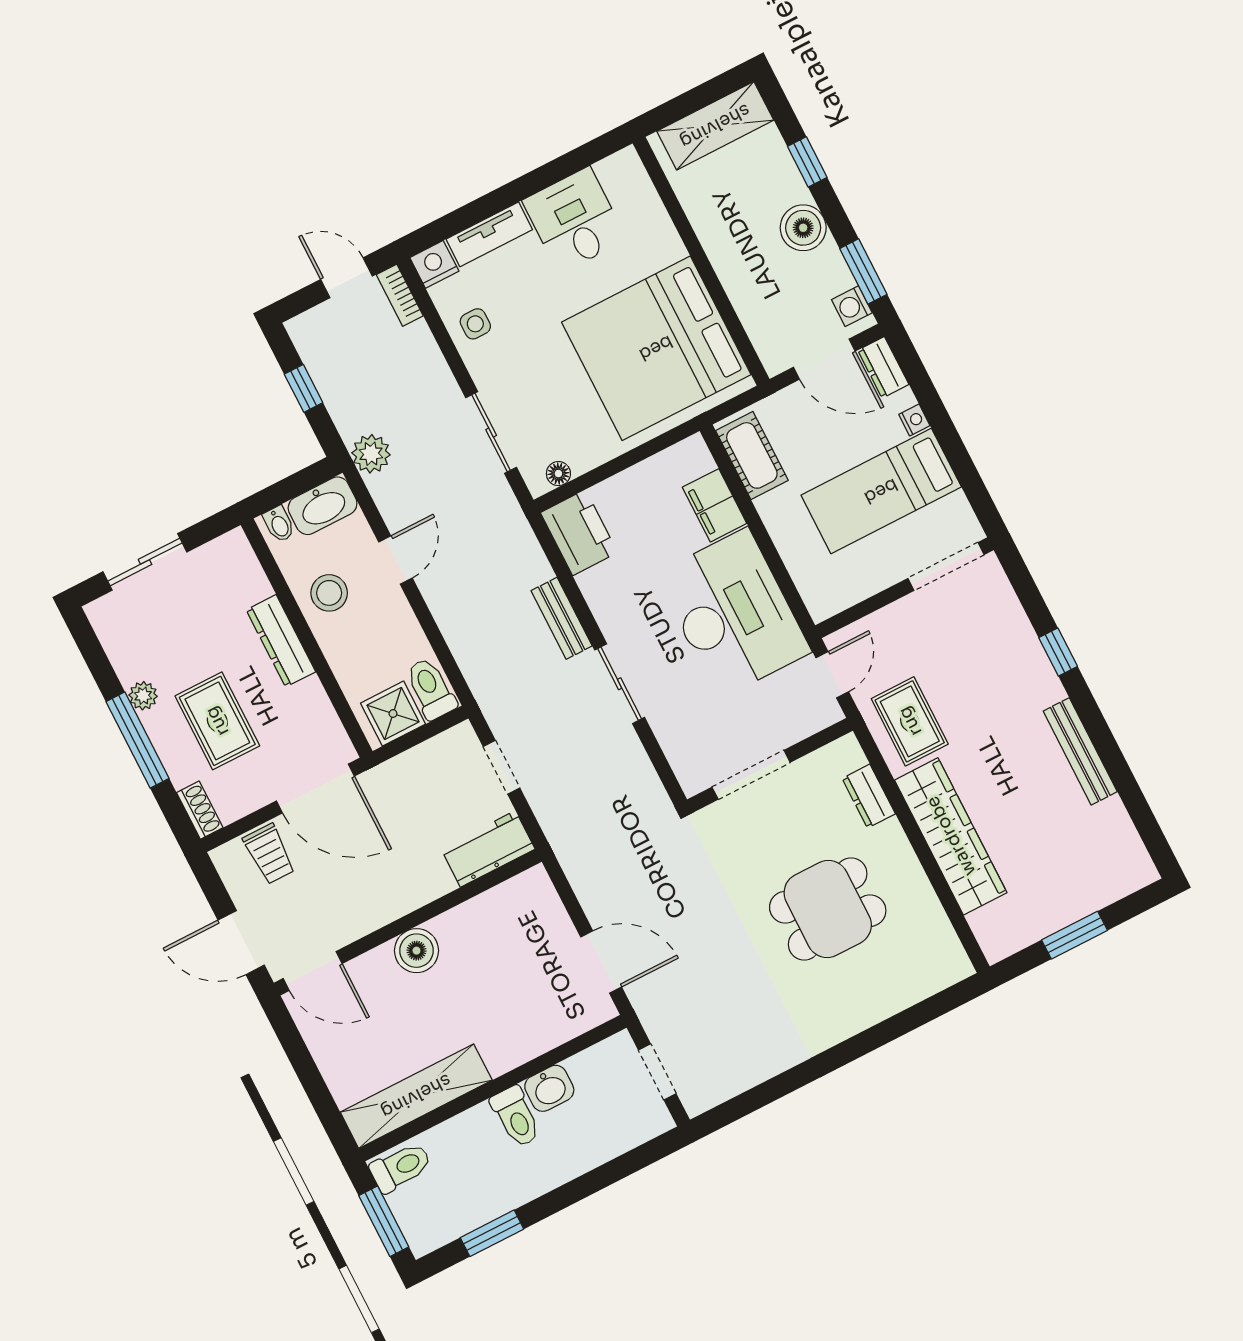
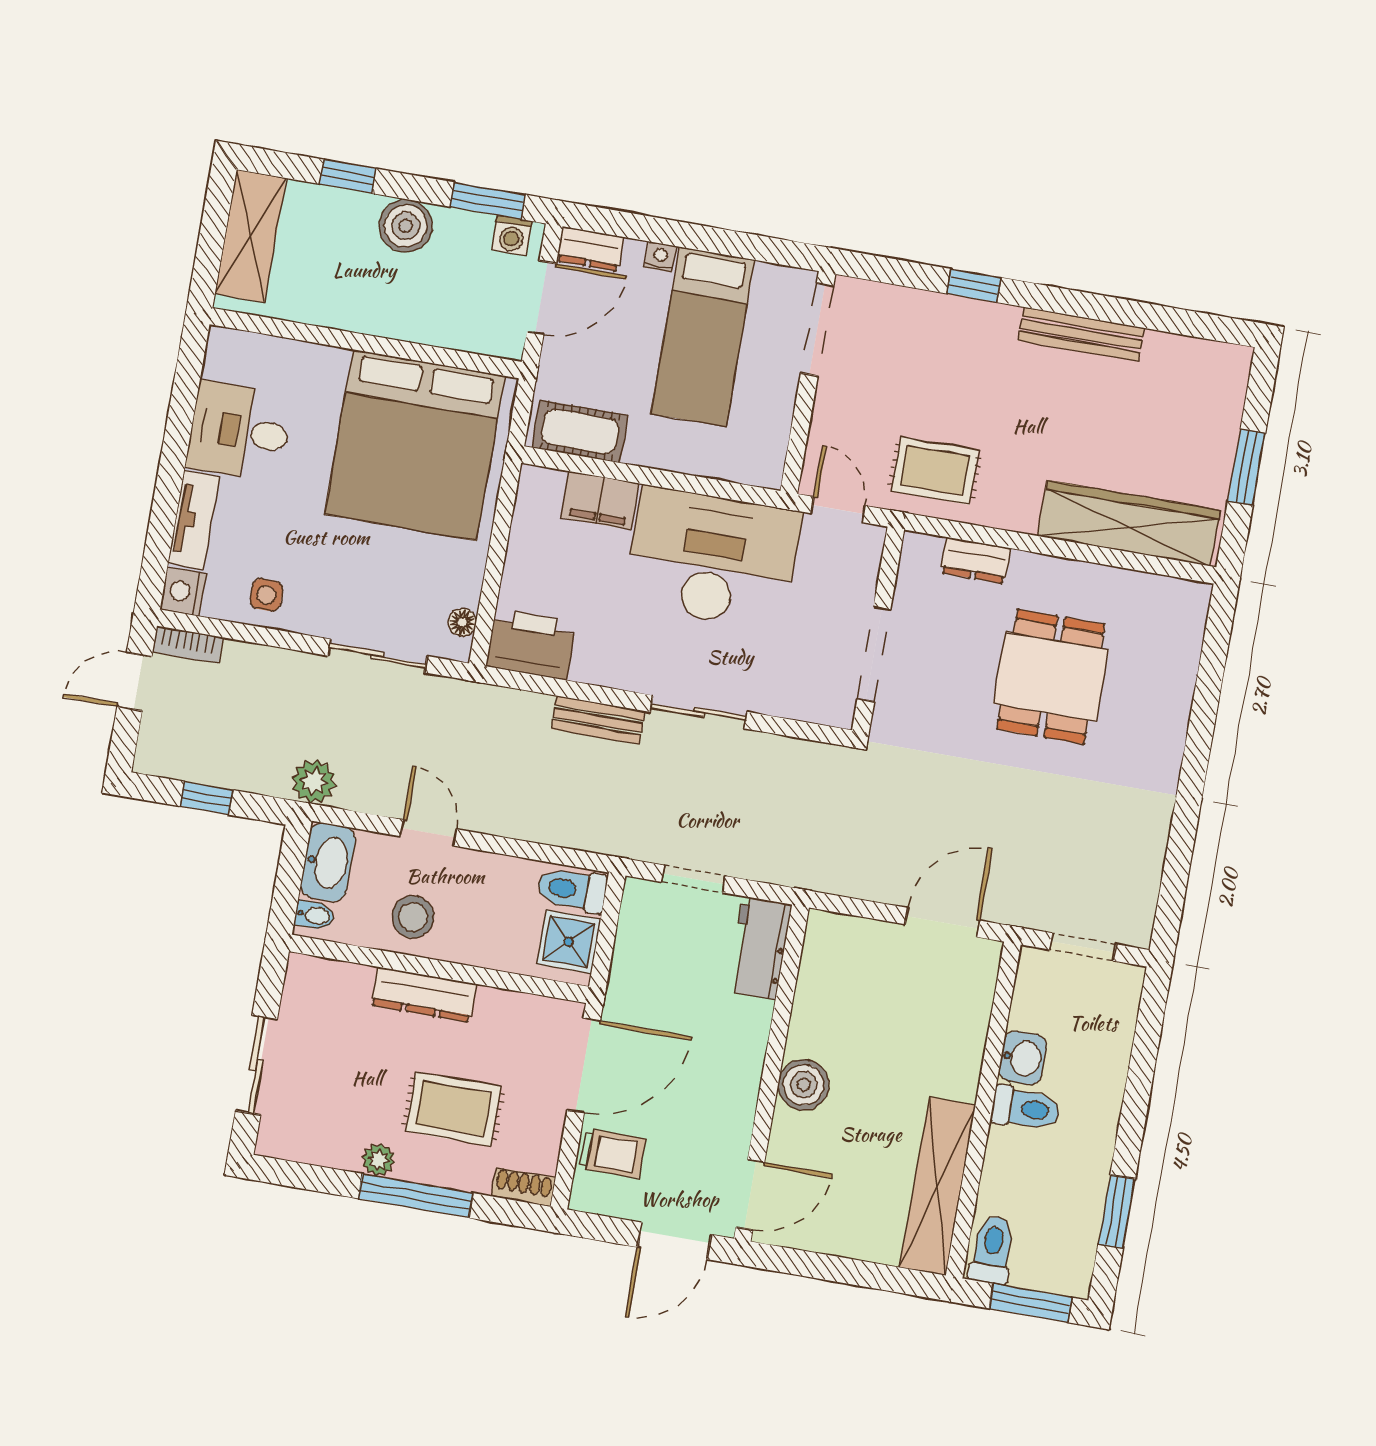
wardrobe: (951, 836) -> (1129, 523), moved

